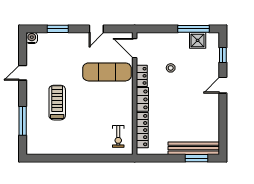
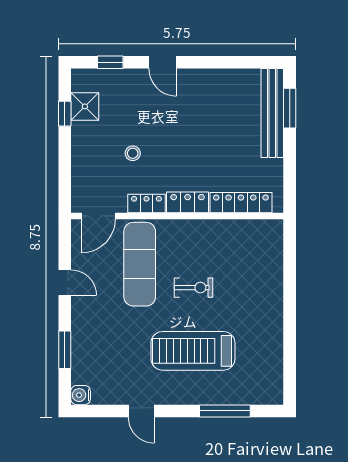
window: (193, 29) -> (65, 114), width x0.46
treadmill: (57, 103) -> (193, 351), width x1.37, depth x1.38
exercise bike: (118, 136) -> (193, 288), moved

